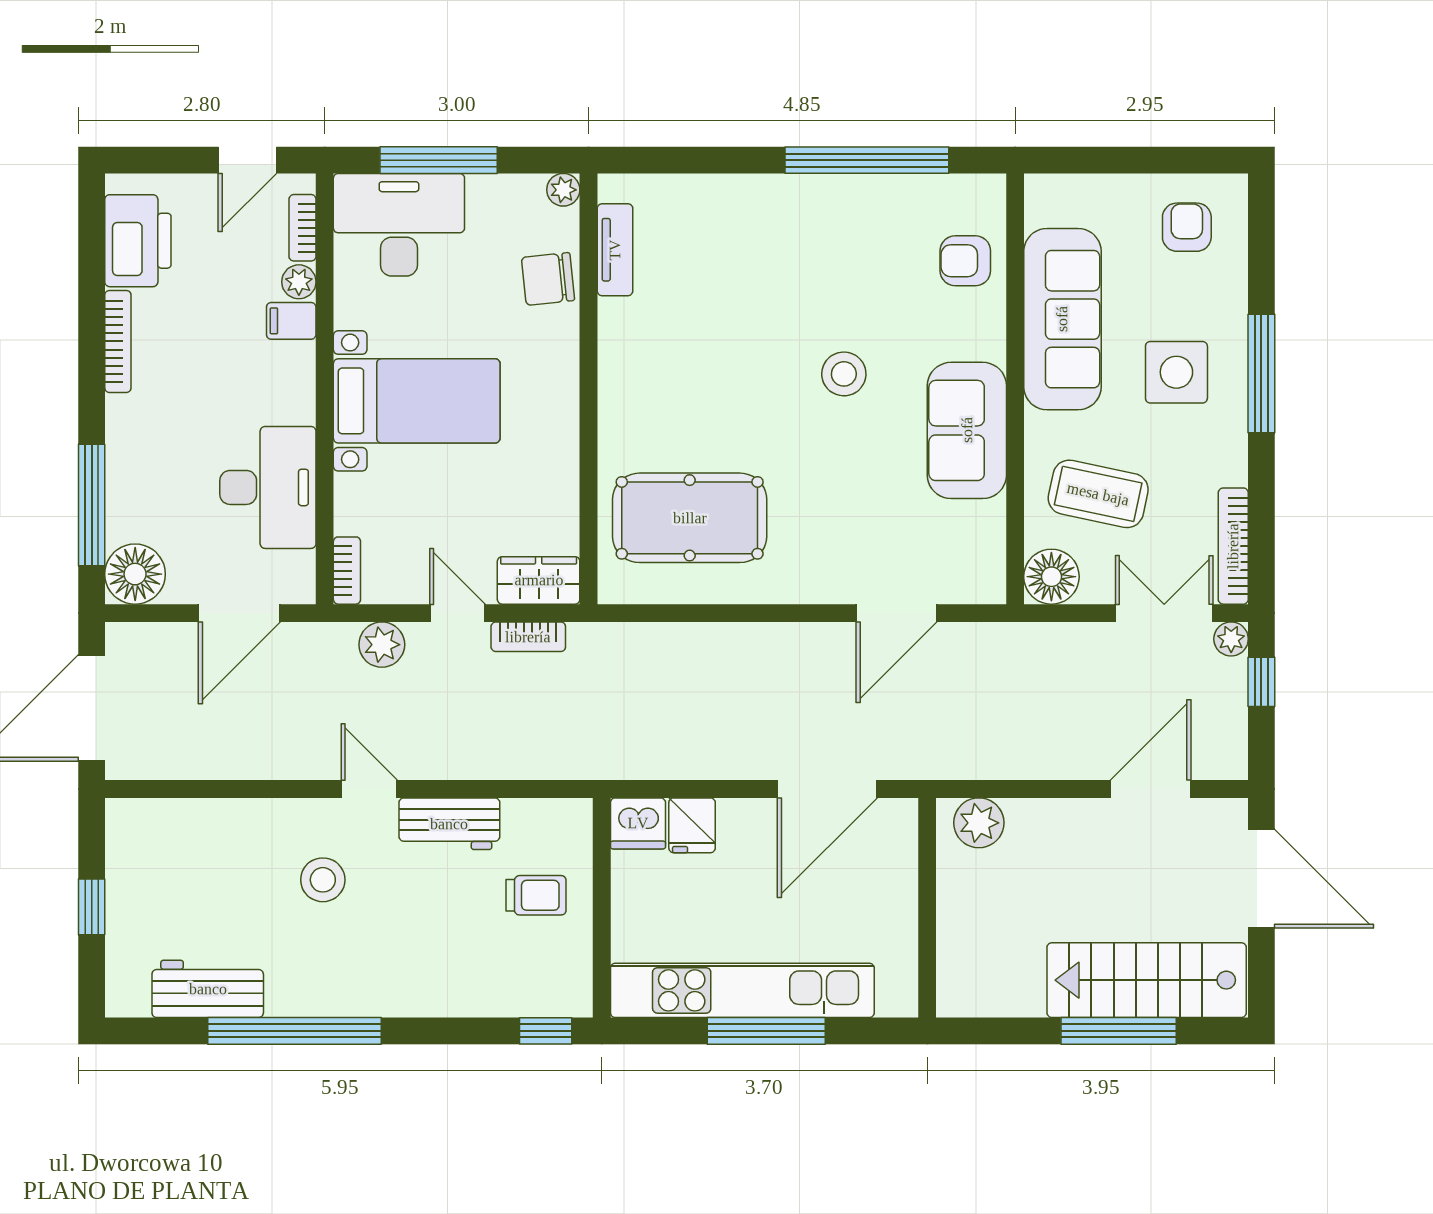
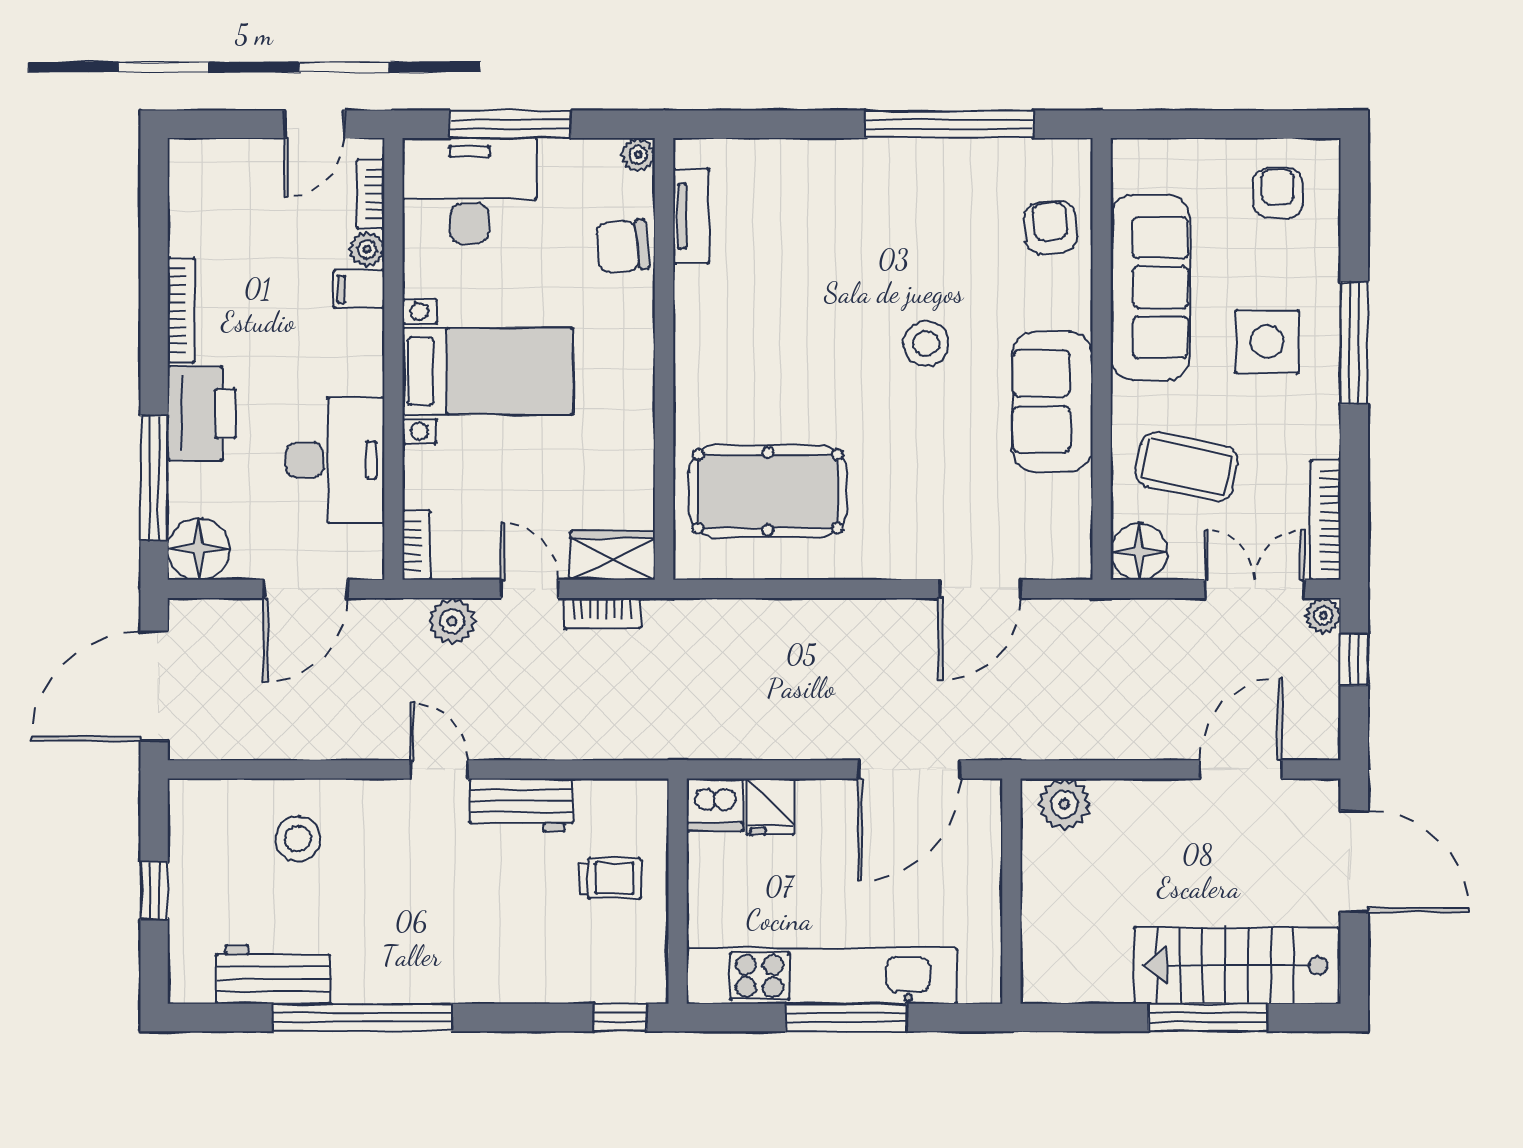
printer: (138, 241) -> (202, 414), moved
armchair: (965, 261) -> (1051, 227), turned 85
stool: (323, 880) -> (298, 839), moved

